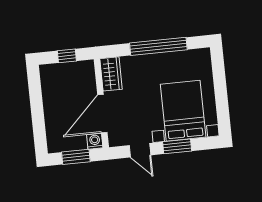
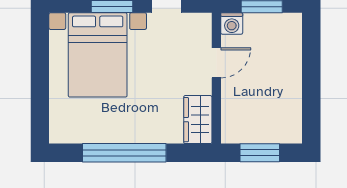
window: (67, 56) -> (260, 153), width x1.50
door: (102, 114) -> (216, 63), width x0.53

